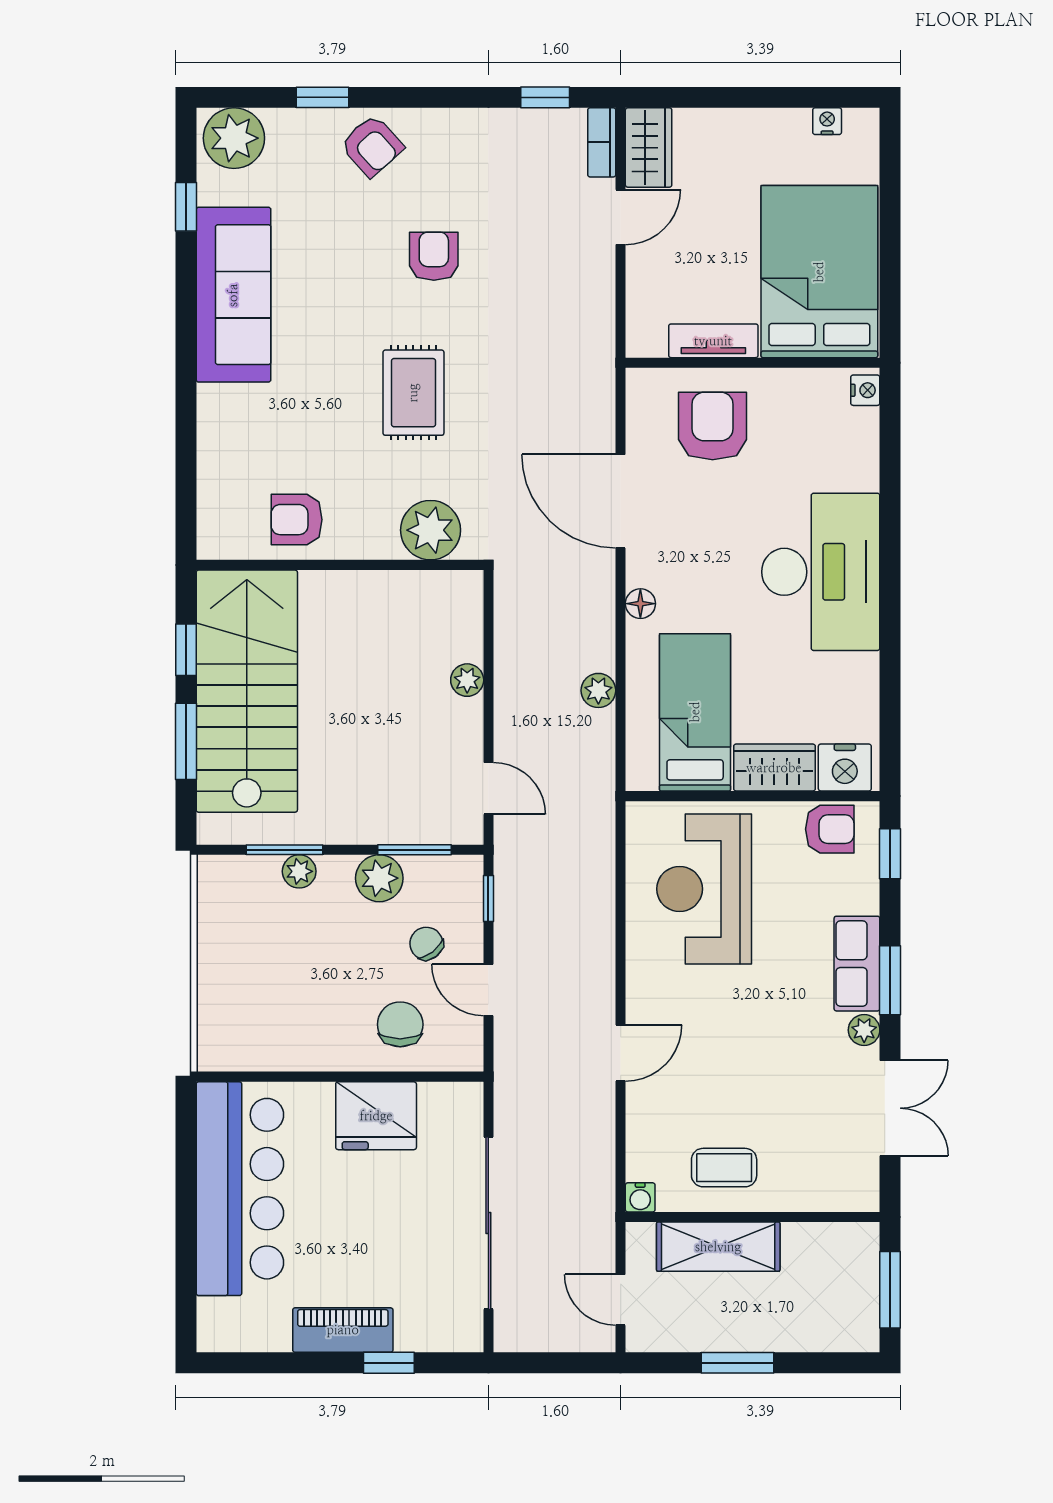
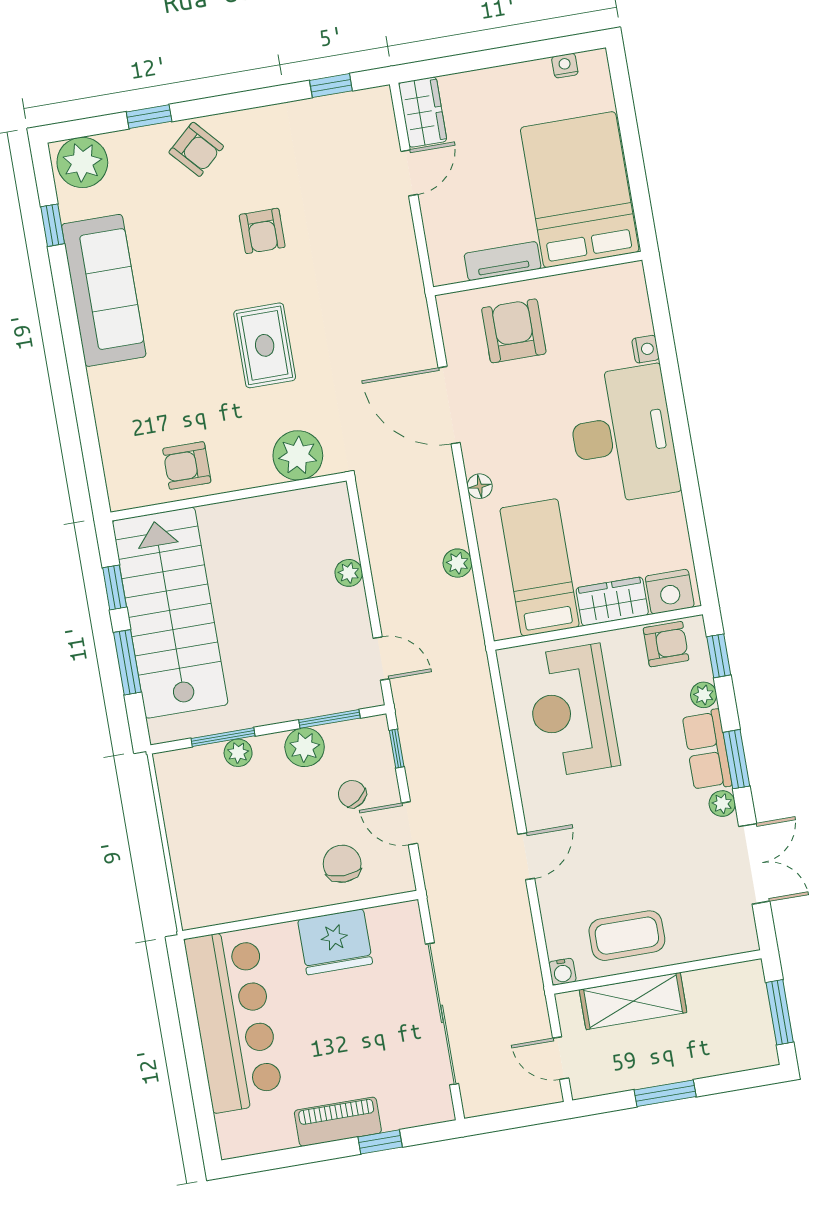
bookcase: (602, 142) -> (384, 114), removed
armchair: (434, 256) -> (262, 231), turned 180
nightstand: (865, 390) -> (645, 349), moved
plant: (864, 897) -> (704, 695), added
coffee table: (724, 1168) -> (627, 936), width x1.36, depth x1.30

